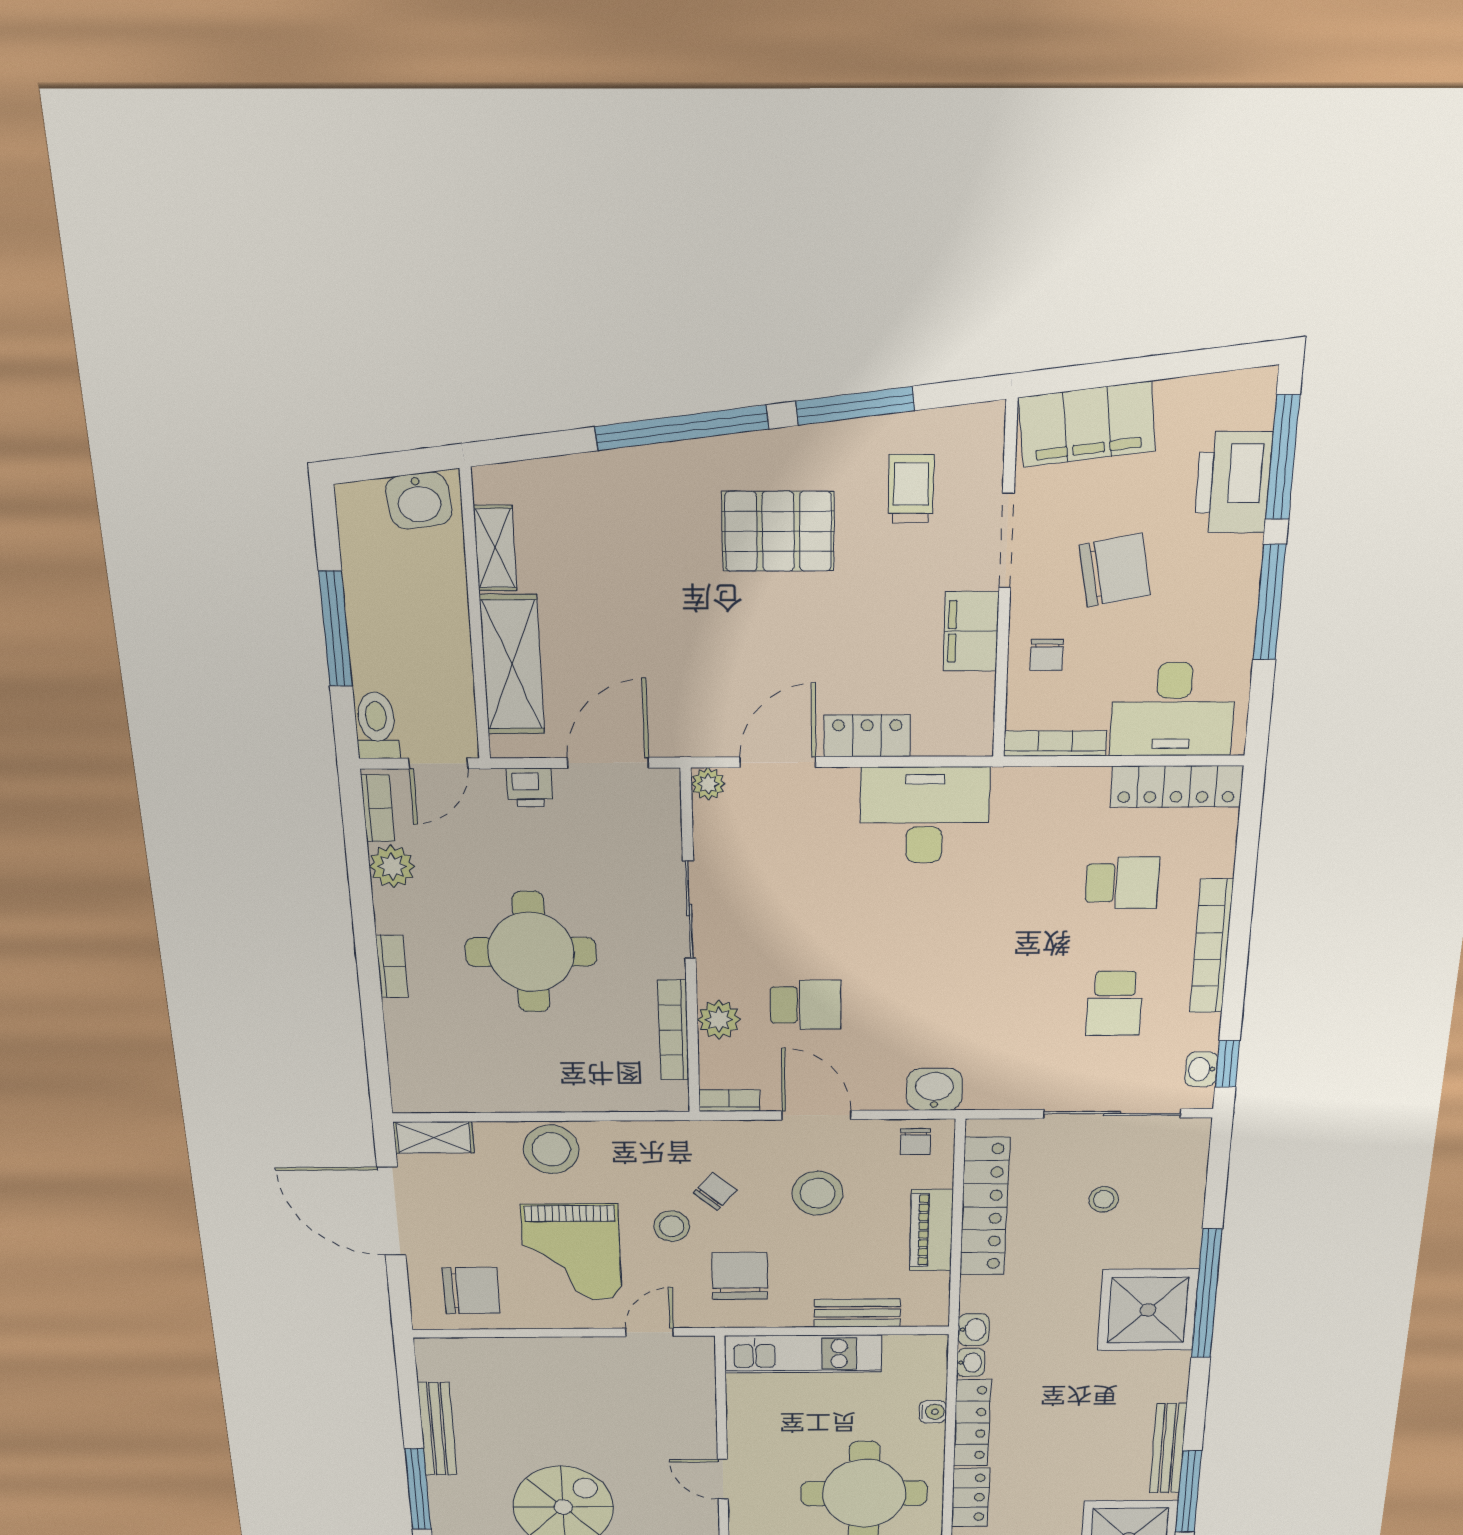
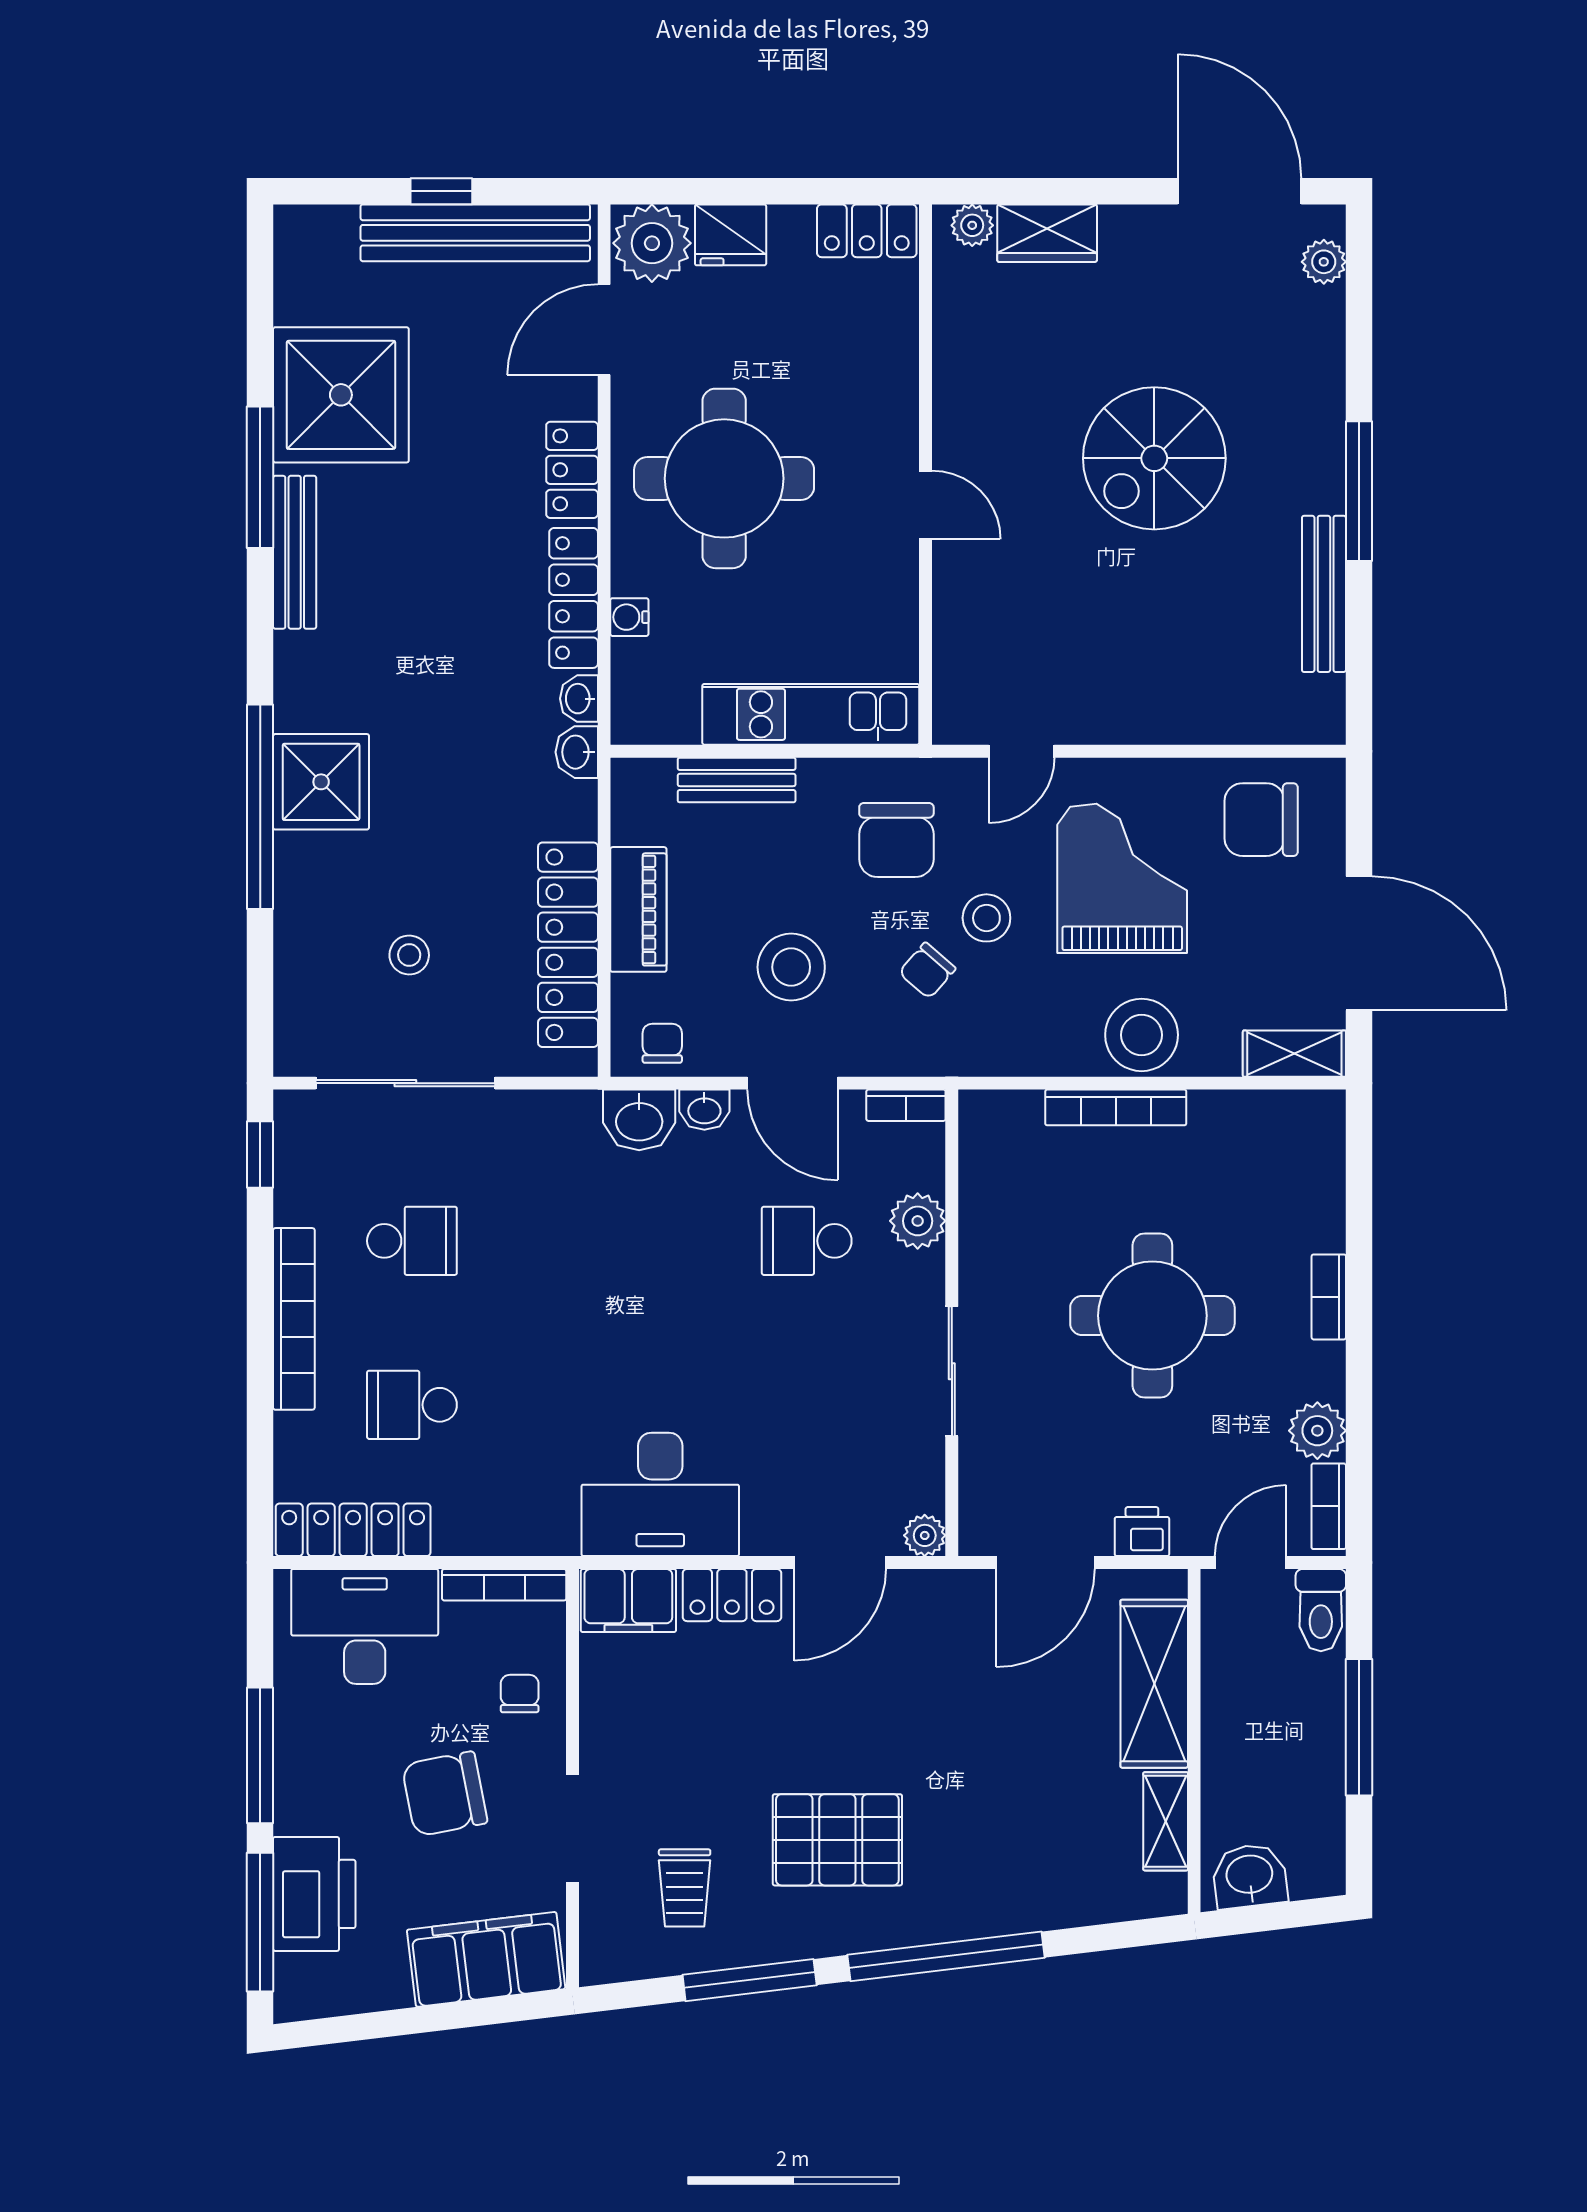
filing cabinet: (971, 631) -> (628, 1601), moved, turned 90
school desk: (1114, 1003) -> (412, 1241), turned 90
bookcase: (673, 1030) -> (1116, 1107), moved, turned 90
washbasin: (1201, 1069) -> (704, 1110), moved, turned 90
shower: (1148, 1310) -> (321, 782), width x0.73, depth x0.73

